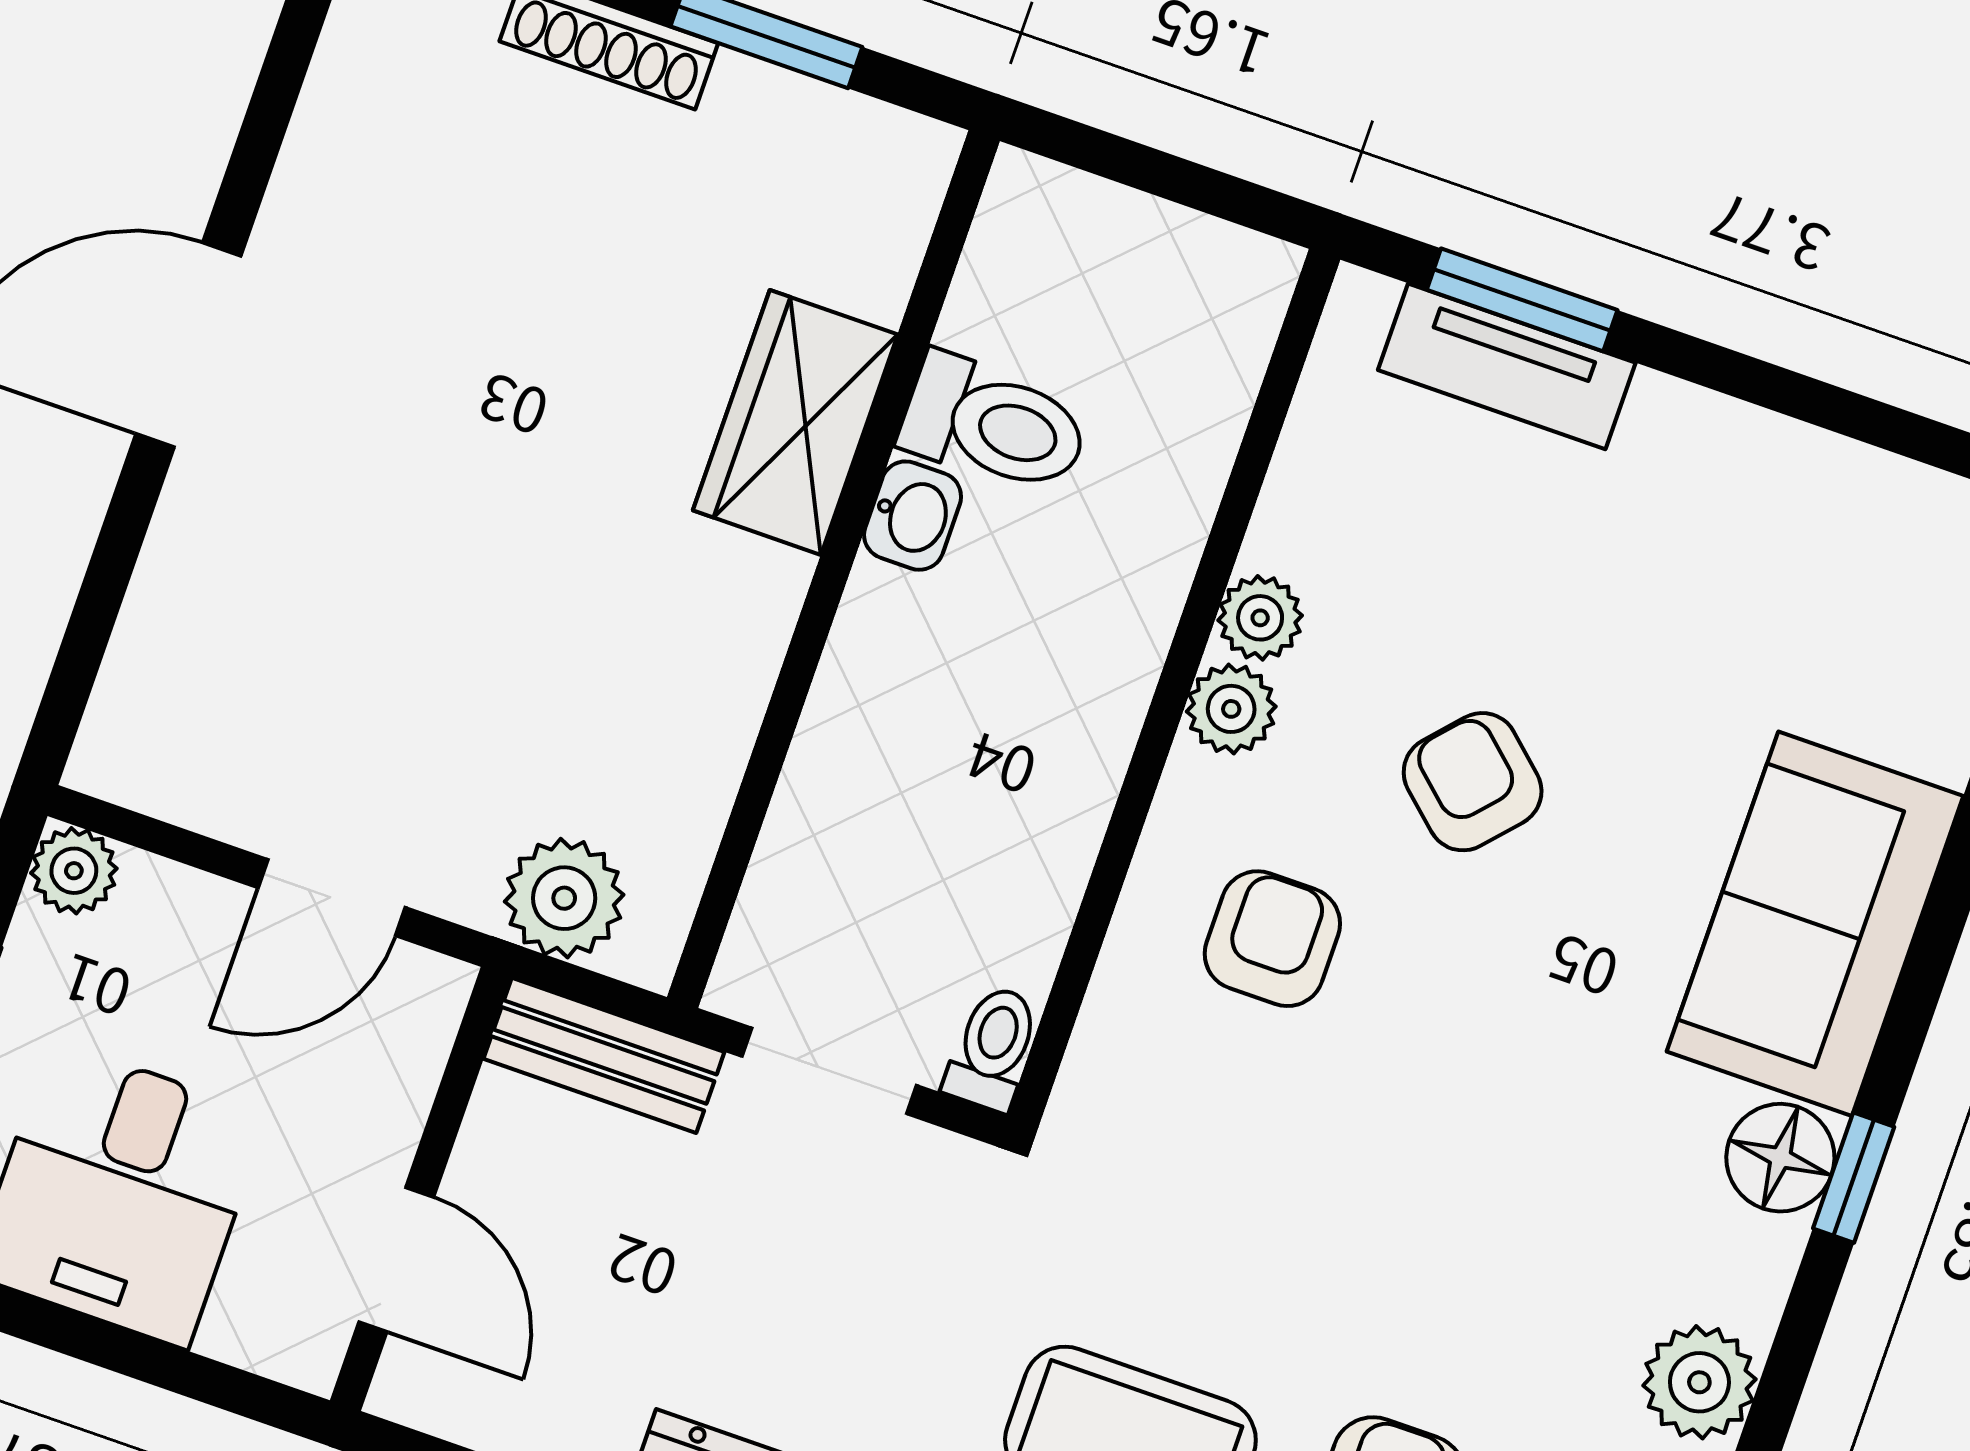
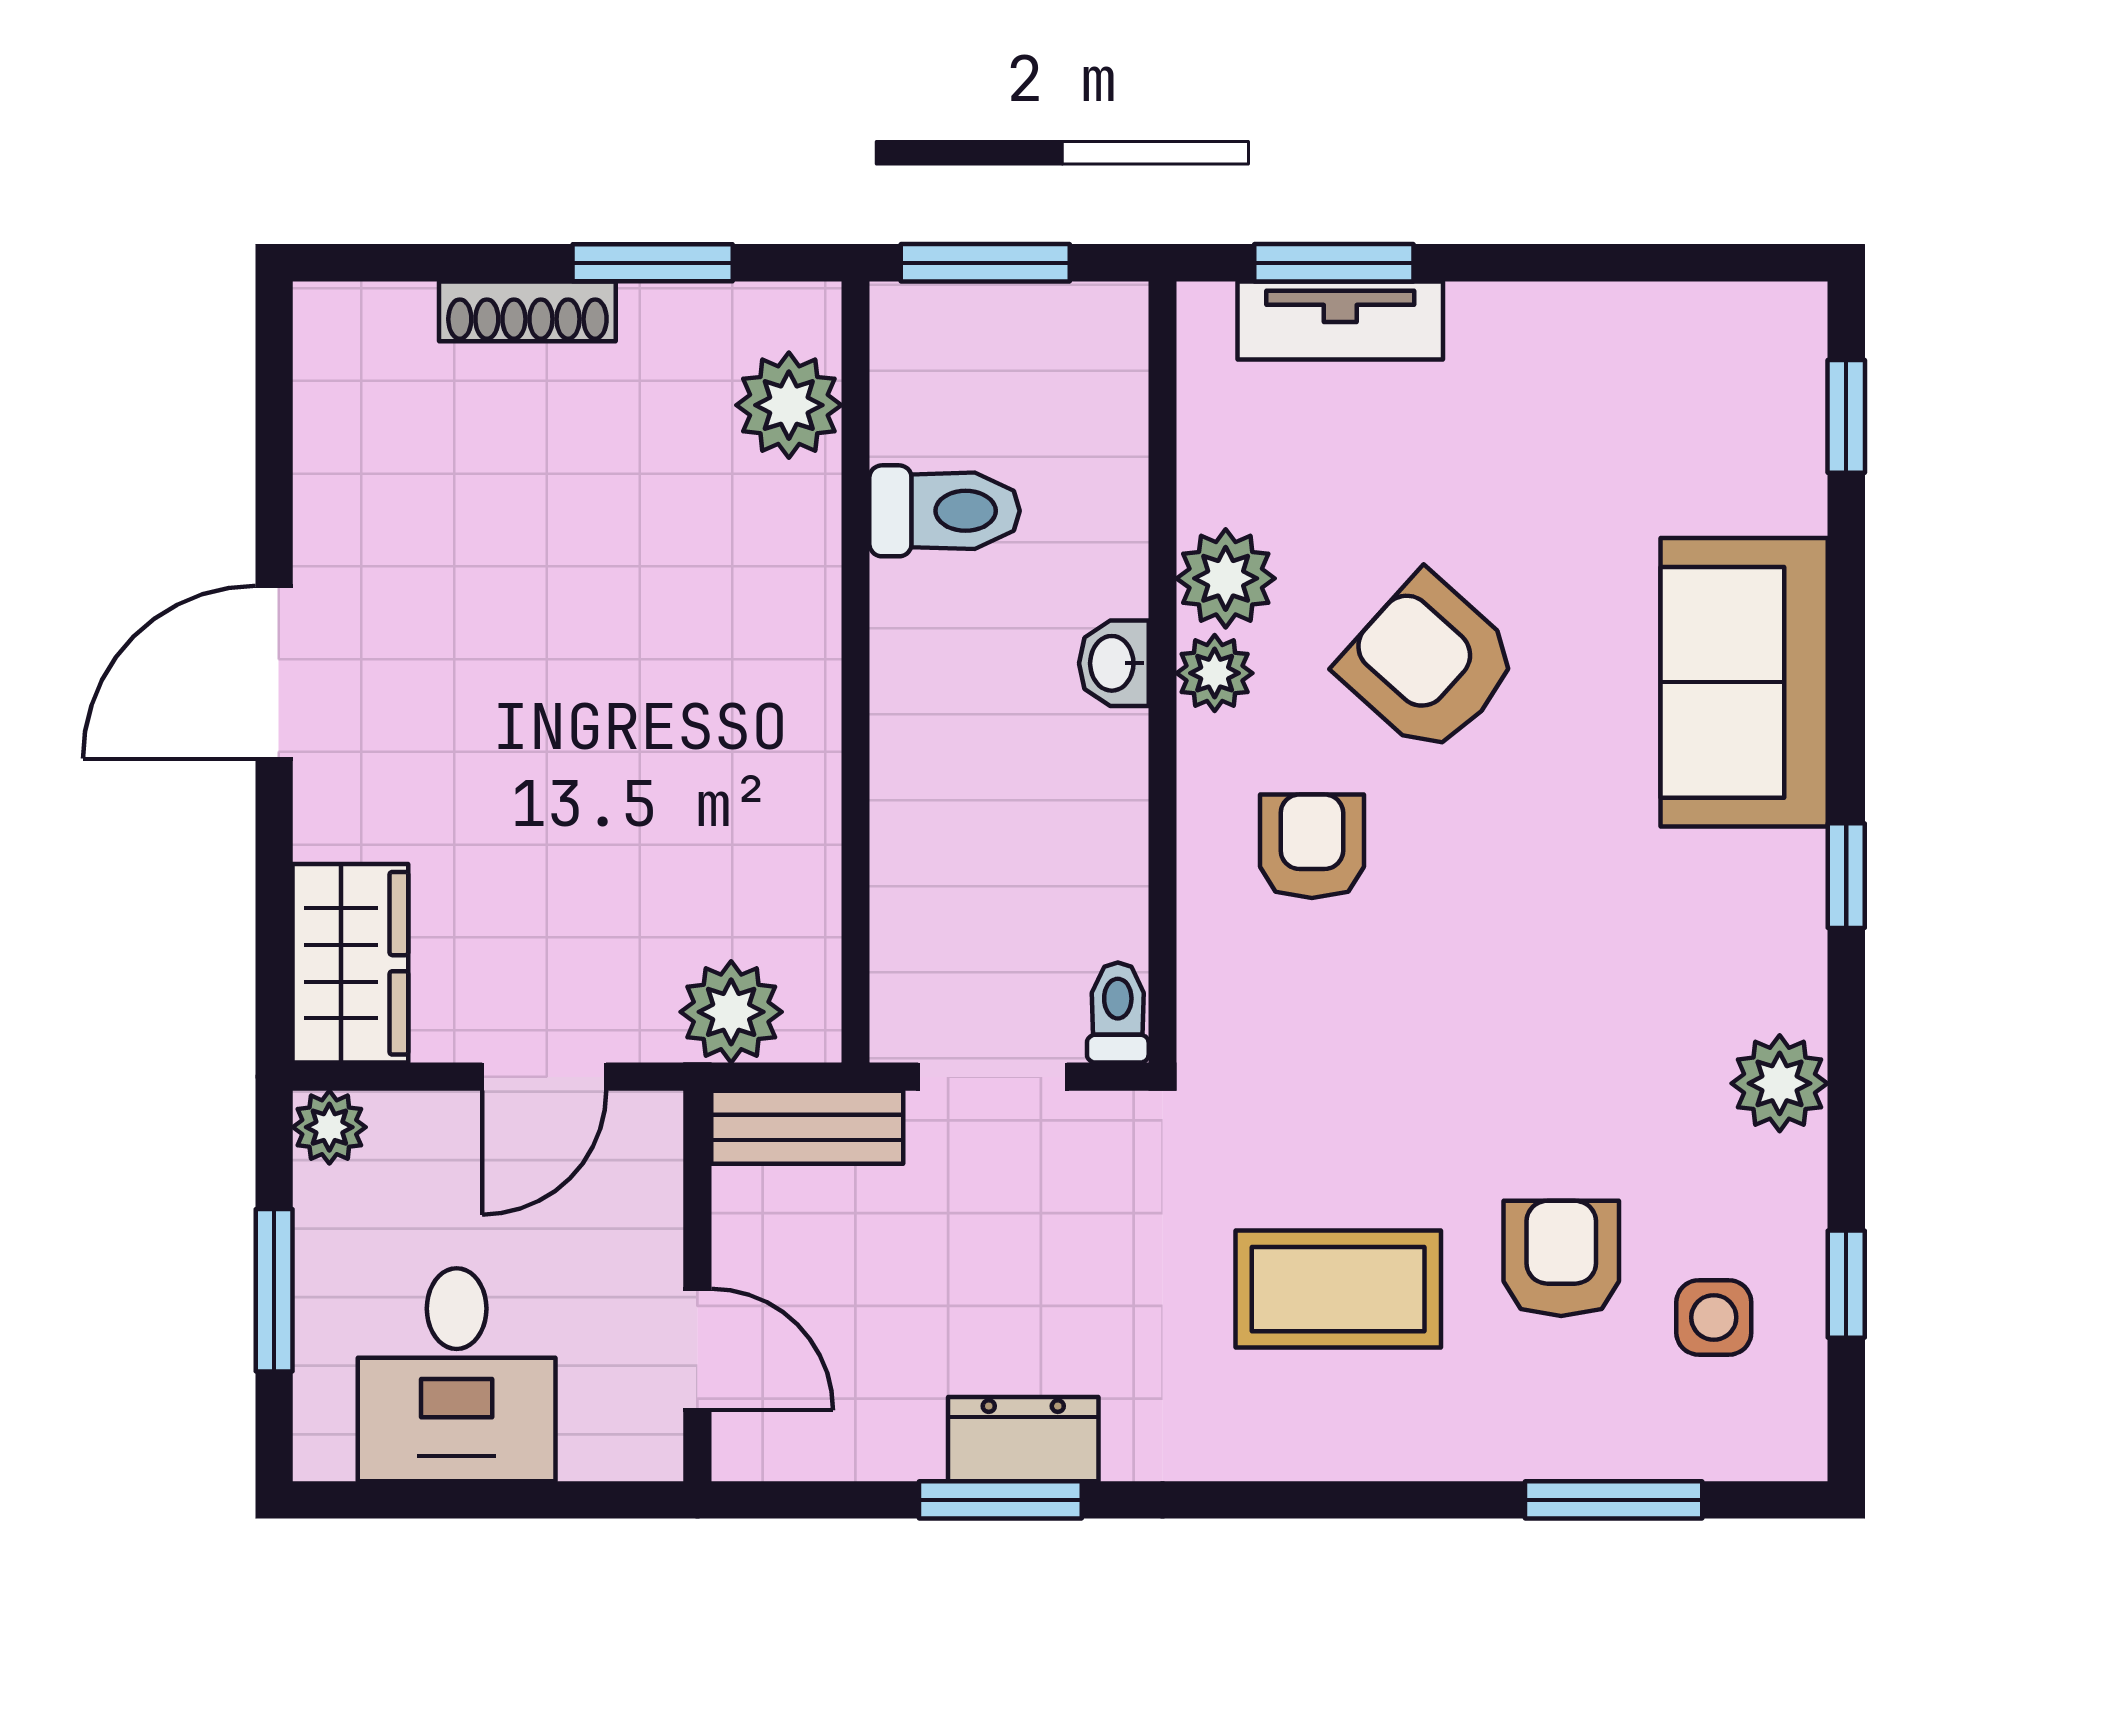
window: (1135, 165) -> (985, 263), added
plant: (863, 247) -> (789, 405), added
wardrobe: (795, 422) -> (350, 963), moved, turned 180
washbasin: (913, 516) -> (1114, 663), moved, turned 180
plant: (1260, 618) -> (1226, 578), width x1.38, depth x1.38
armchair: (1473, 782) -> (1429, 664), width x1.38, depth x1.38
floor lamp: (1780, 1158) -> (1782, 880), removed

